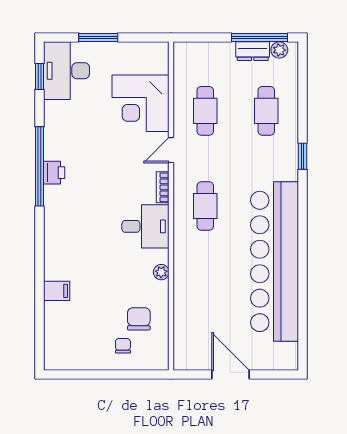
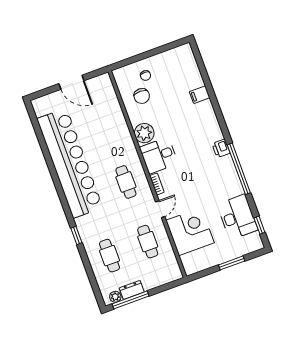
desk: (66, 71) -> (237, 217), moved
printer: (54, 173) -> (221, 148), moved
plant: (161, 272) -> (144, 133), width x1.88, depth x1.88

